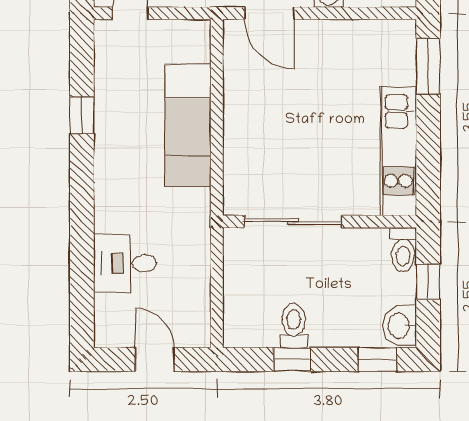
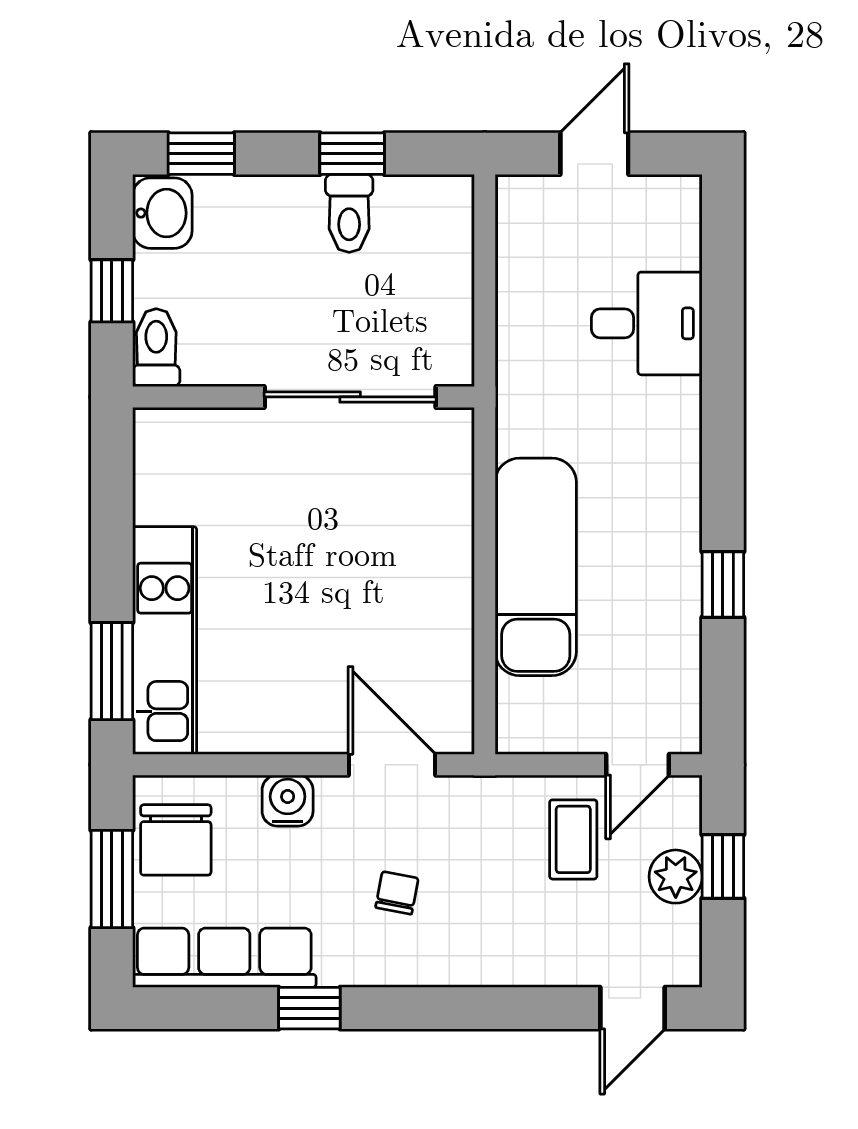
kitchen unit: (398, 151) -> (165, 641), moved
door: (155, 359) -> (594, 154), swing flipped

